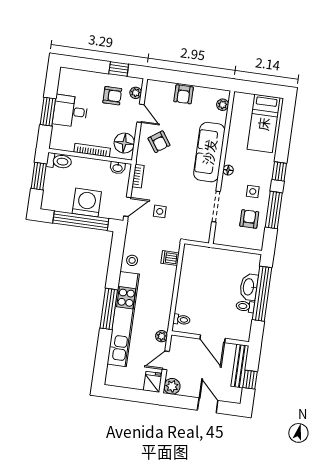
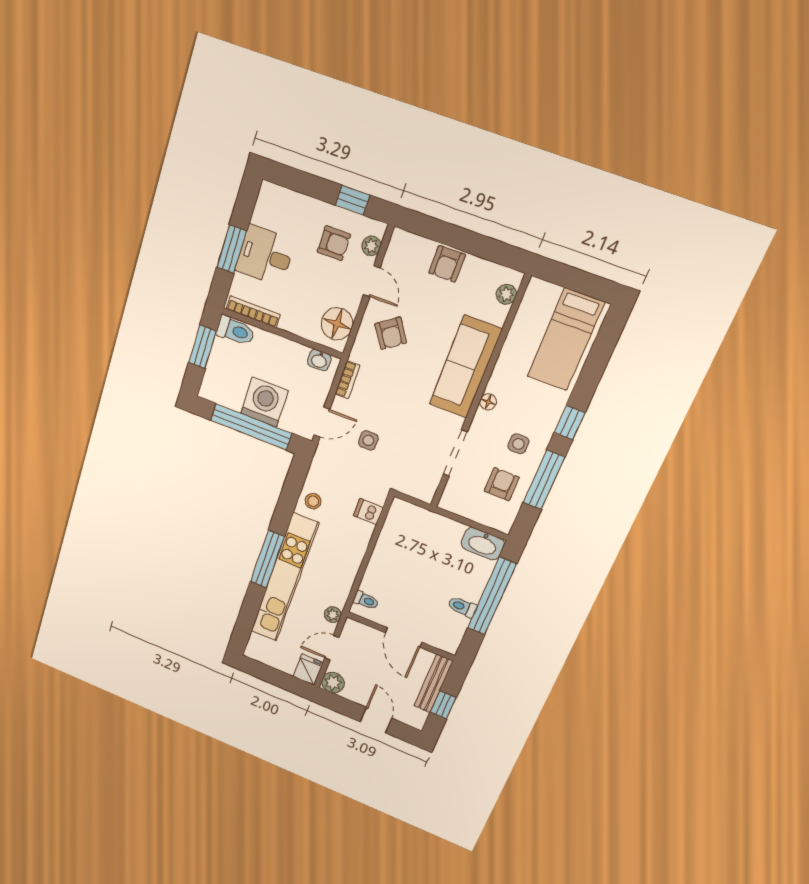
bookcase: (92, 150) -> (253, 312), moved
washbasin: (249, 287) -> (483, 544), moved, turned -90

